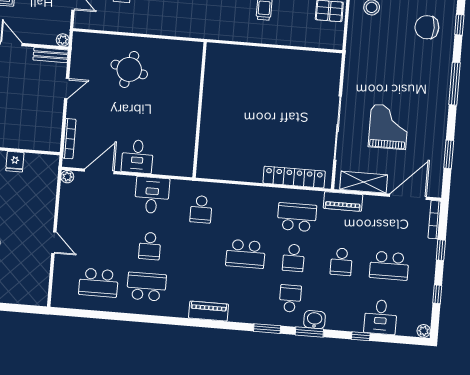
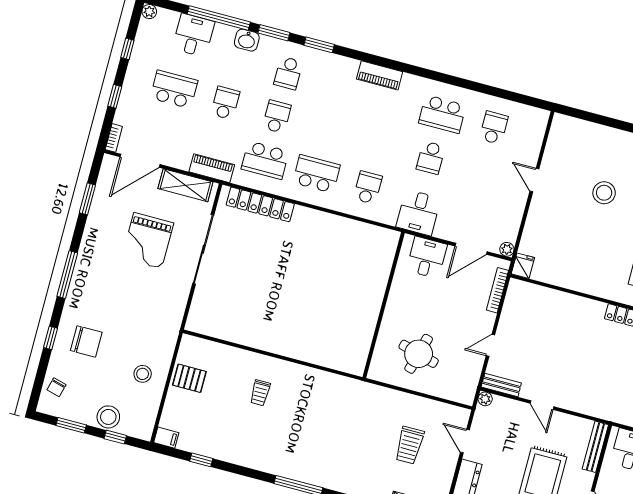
wall: (200, 110) -> (384, 305), moved
fridge: (15, 162) -> (523, 266), moved
bookcase: (434, 220) -> (114, 138), width x0.64
school desk: (150, 246) -> (431, 158), turned 180
school desk: (246, 254) -> (316, 174), moved
school desk: (99, 283) -> (494, 128), width x0.54
washbasin: (315, 320) -> (247, 40), moved
window: (361, 336) -> (219, 18), width x3.17

